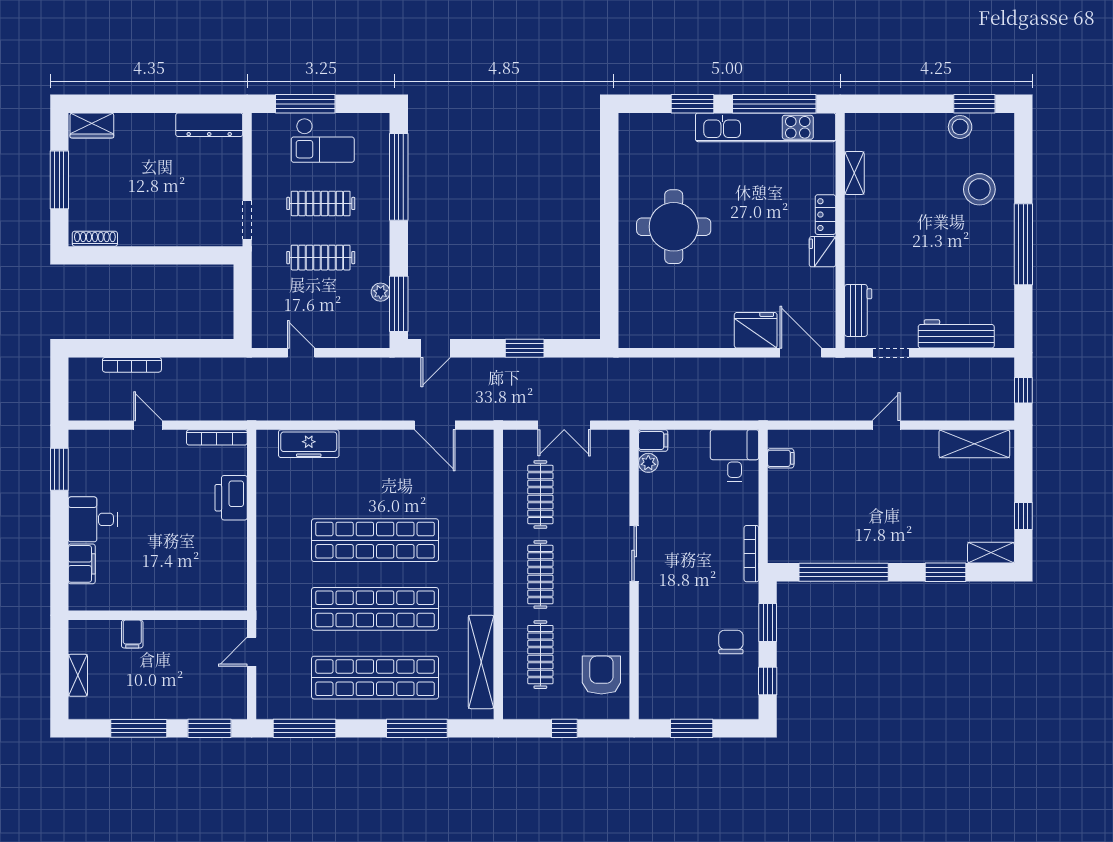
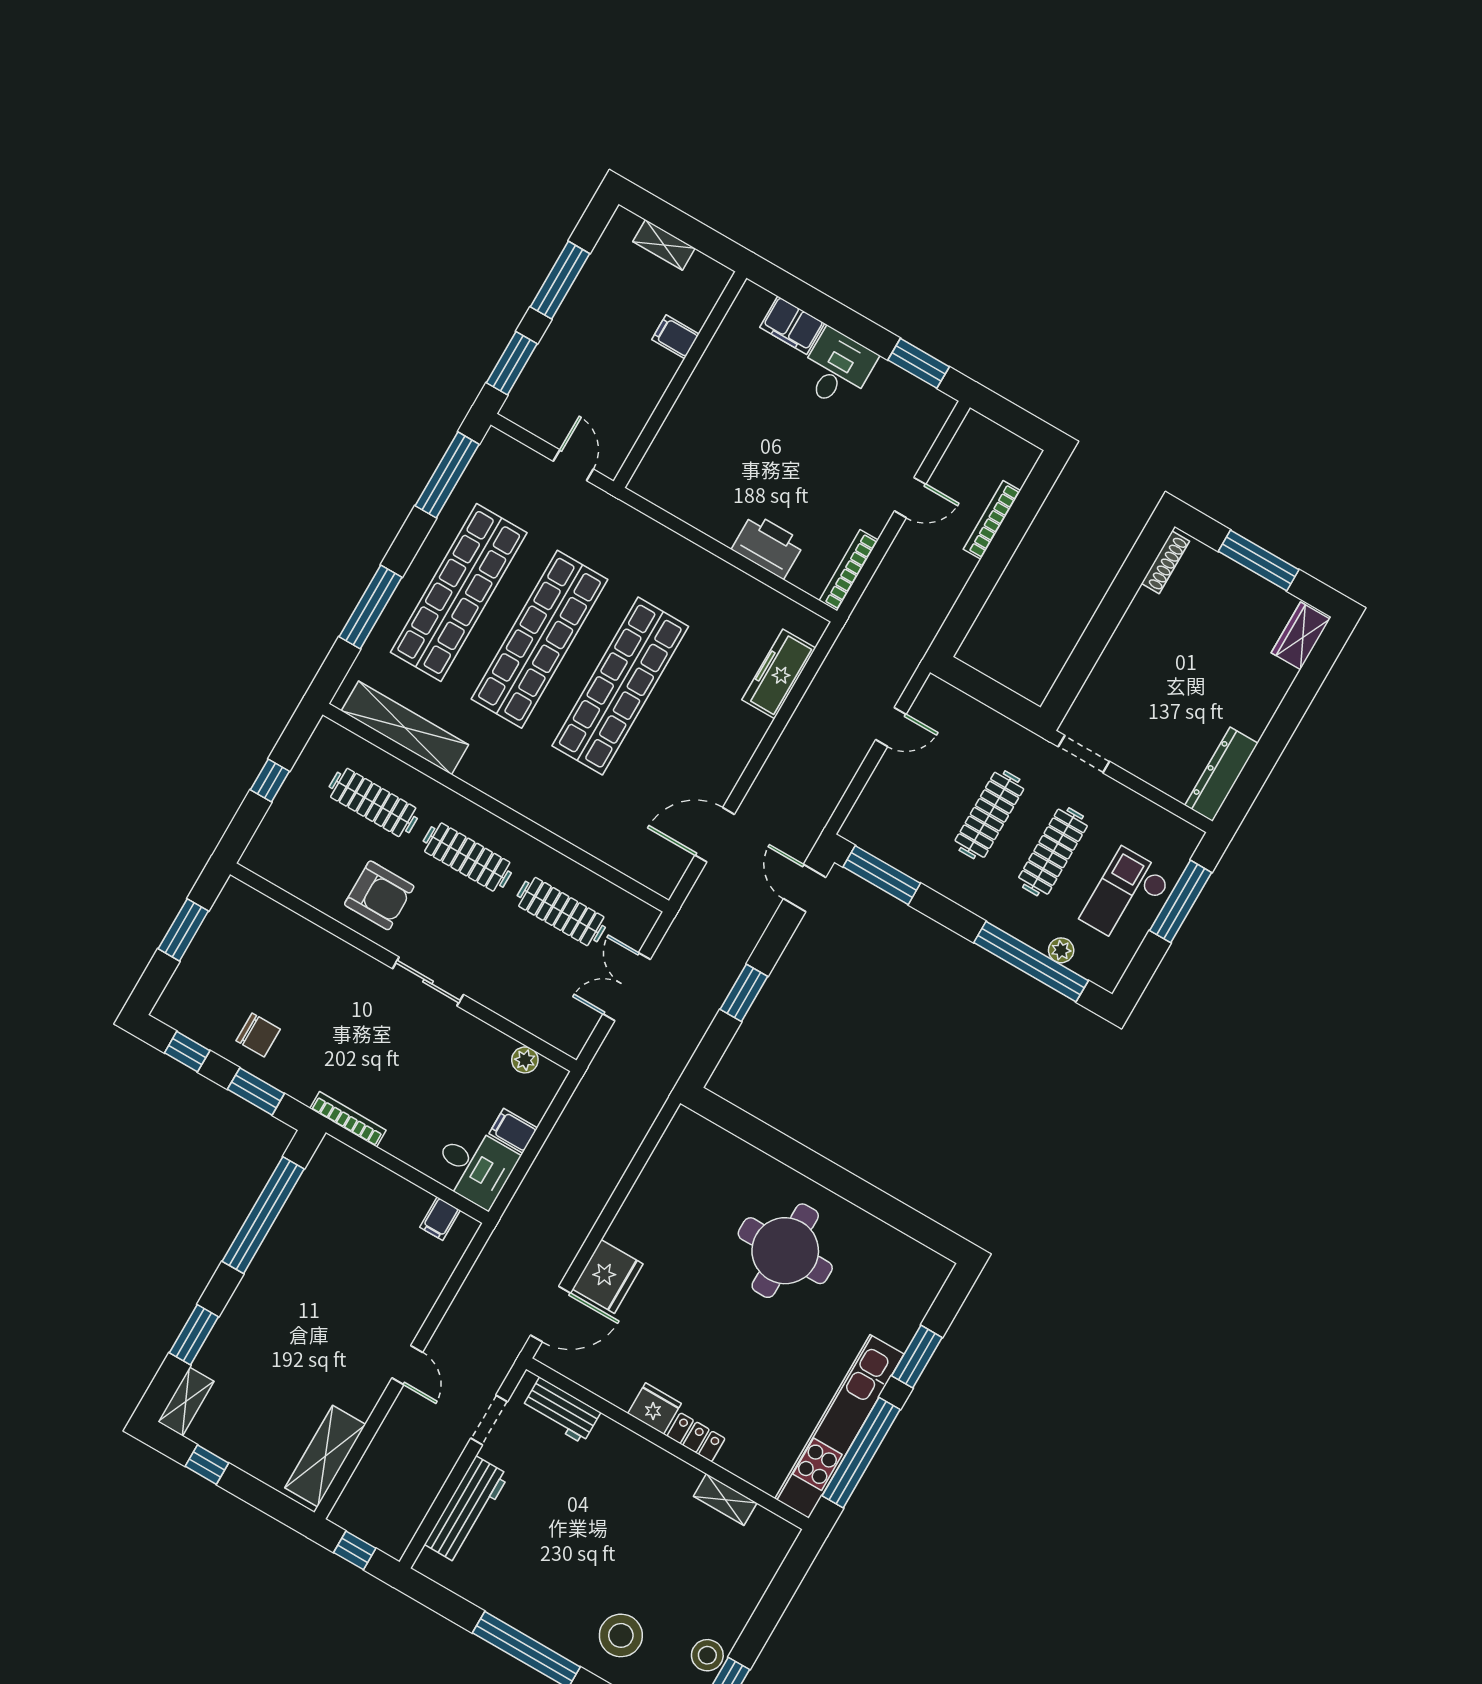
plant: (381, 292) -> (1061, 950), moved
filing cabinet: (653, 441) -> (513, 1131), moved, turned 90
armchair: (601, 675) -> (379, 895), moved

